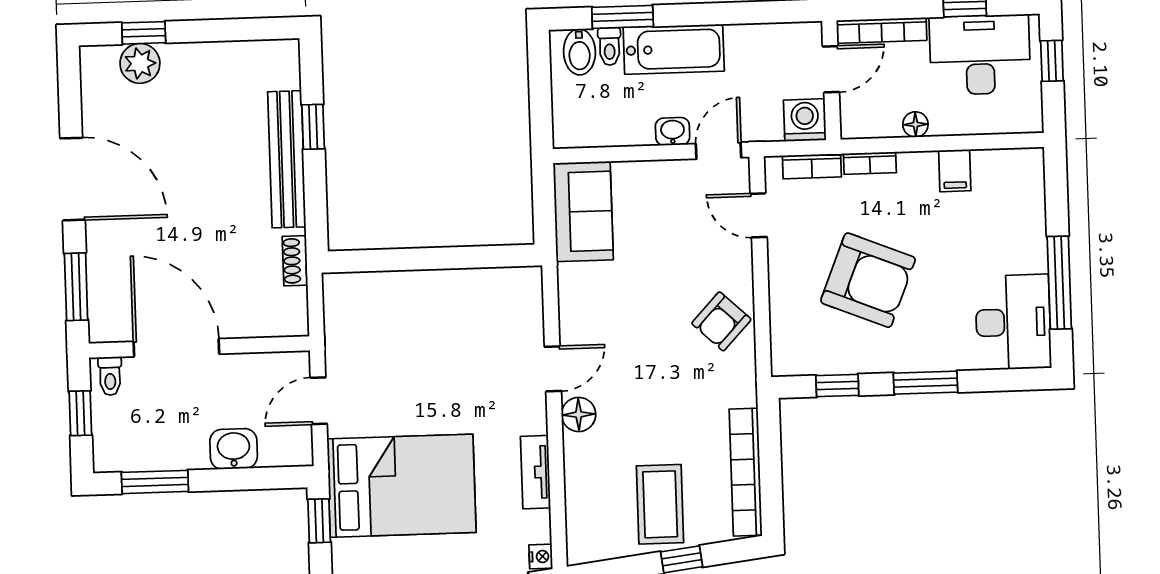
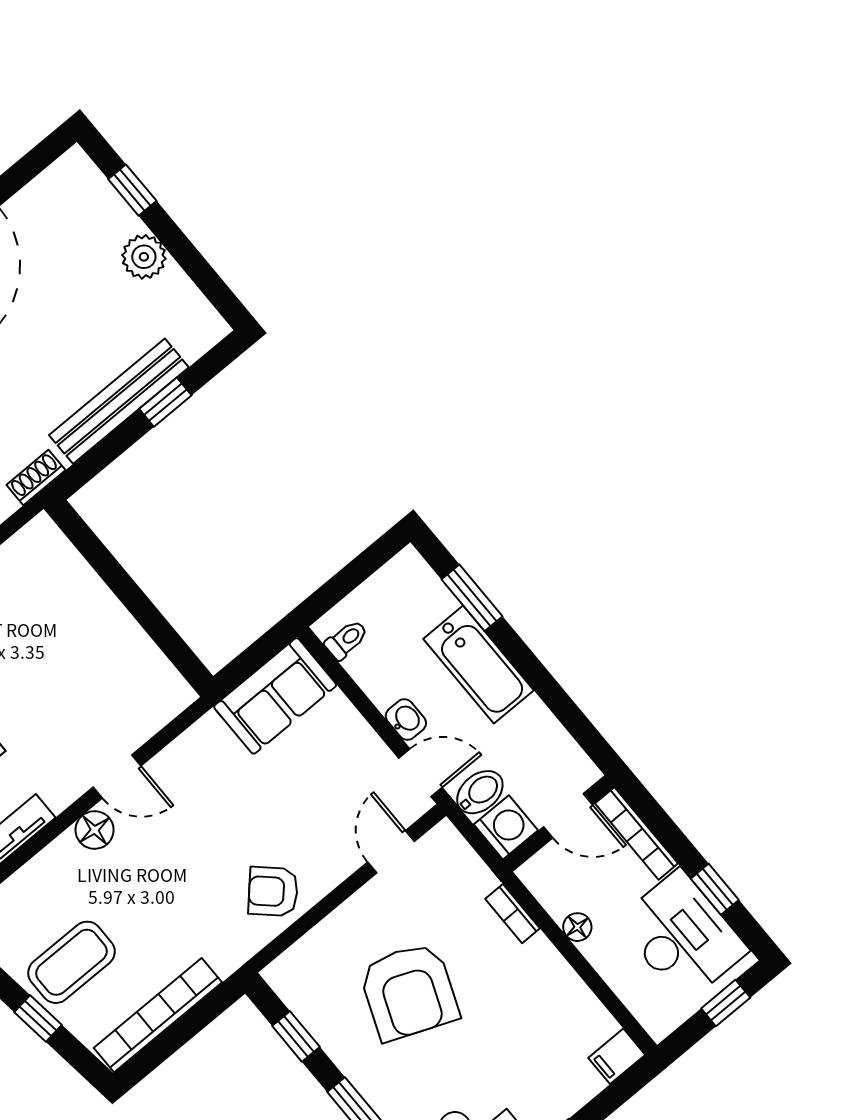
toilet: (609, 46) -> (346, 640), moved, turned 180
bidet: (579, 52) -> (480, 792), moved, turned 180
plant: (140, 63) -> (144, 257), moved
bookcase: (812, 166) -> (470, 865), removed
filing cabinet: (955, 171) -> (617, 1056), moved

